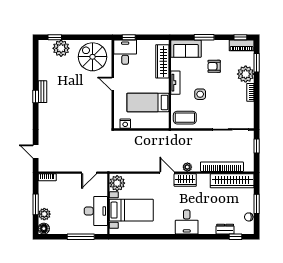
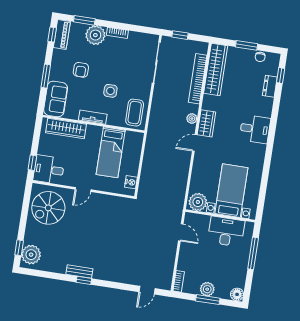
plant: (61, 48) -> (31, 255), moved
plant: (44, 214) -> (207, 289), moved

